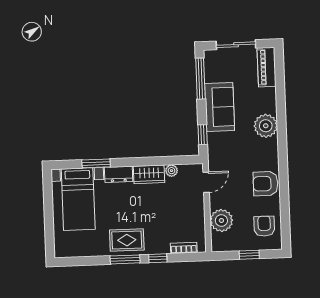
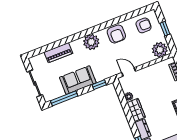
piano: (267, 67) -> (58, 53), moved
plant: (266, 126) -> (91, 42), moved
plant: (221, 220) -> (160, 50), moved
armchair: (264, 226) -> (144, 25), turned 180

